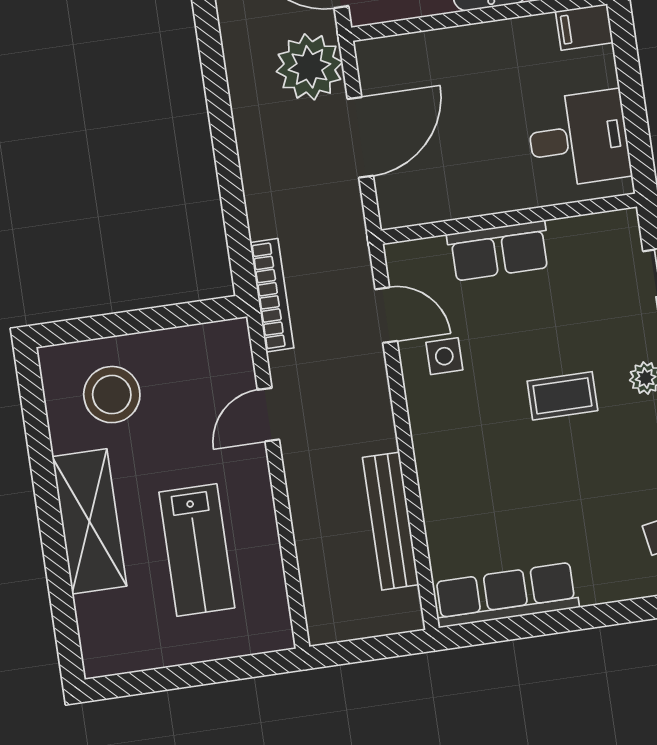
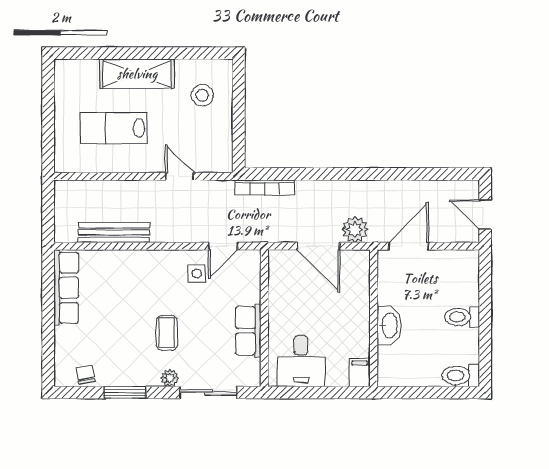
plant: (309, 67) -> (355, 229), width x0.73, depth x0.73
row of seats: (499, 251) -> (248, 331), moved
bookcase: (272, 295) -> (264, 187), moved
stool: (112, 395) -> (202, 95), width x0.73, depth x0.73

